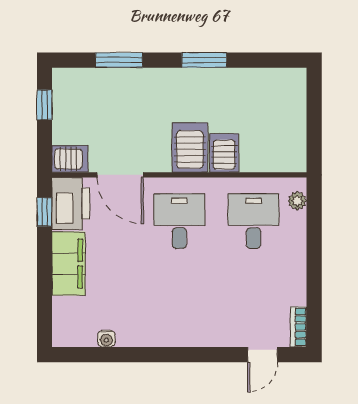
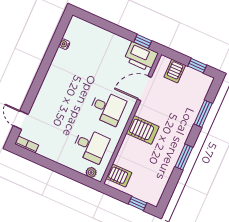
window: (314, 102) -> (138, 203), added
server rack: (224, 153) -> (119, 176), moved
server rack: (70, 159) -> (175, 71), moved
filing cabinet: (69, 264) -> (111, 42), removed

